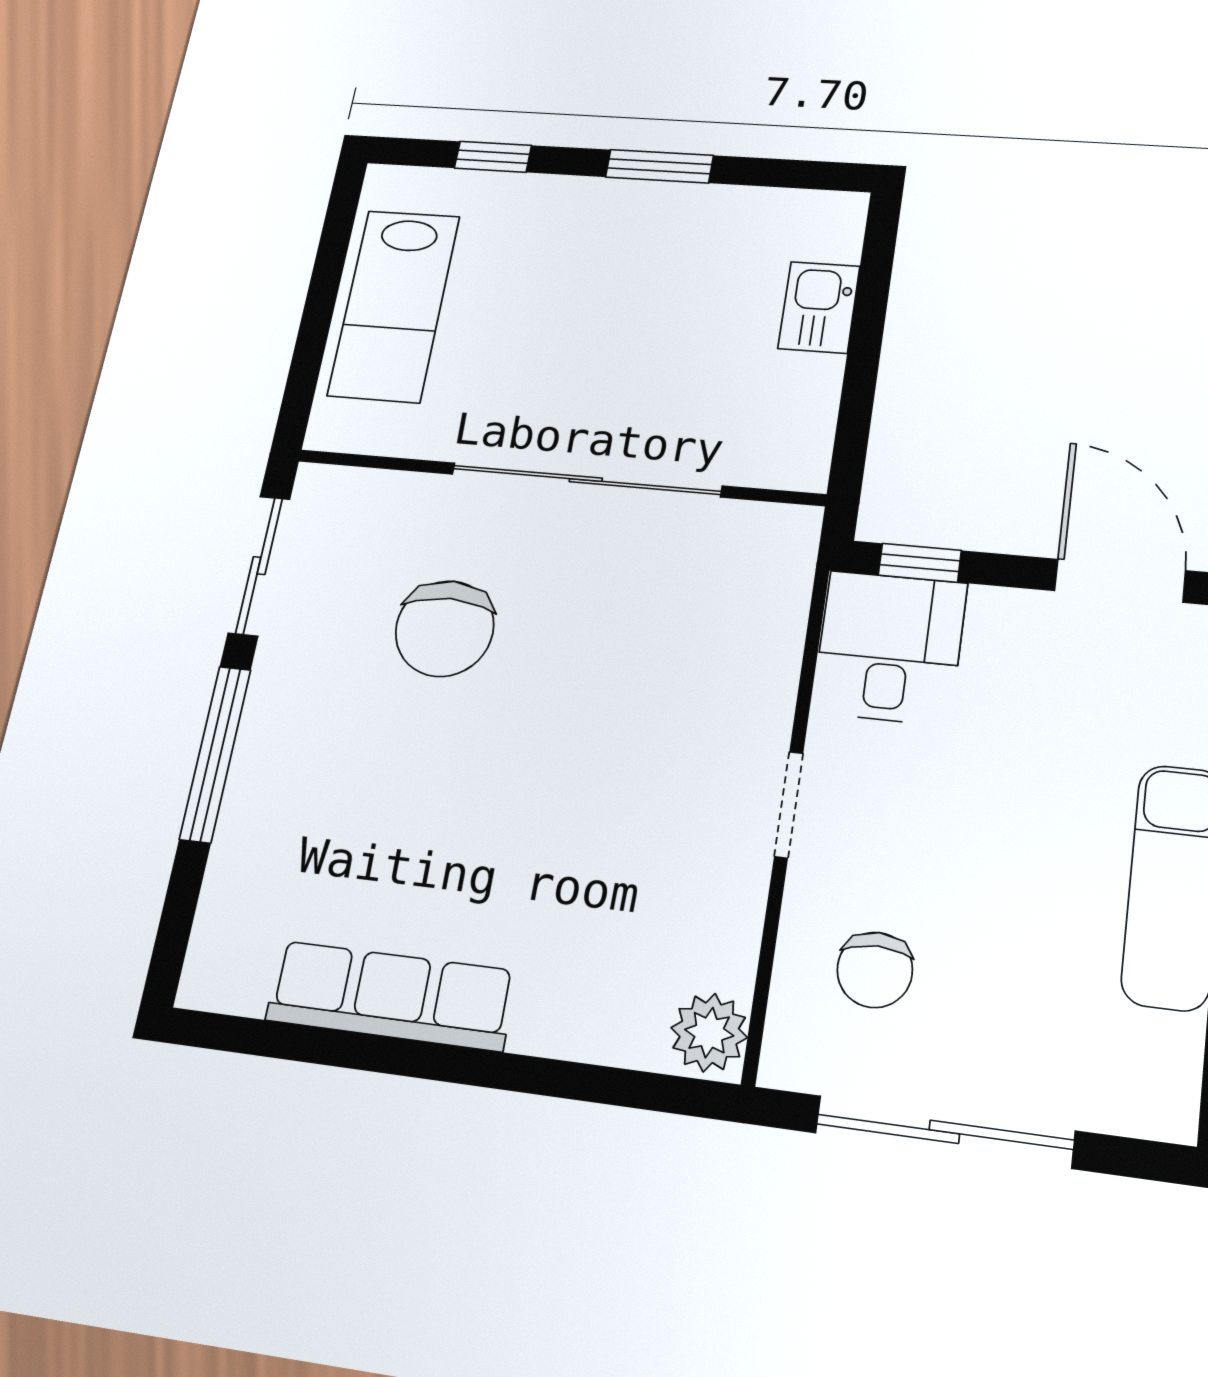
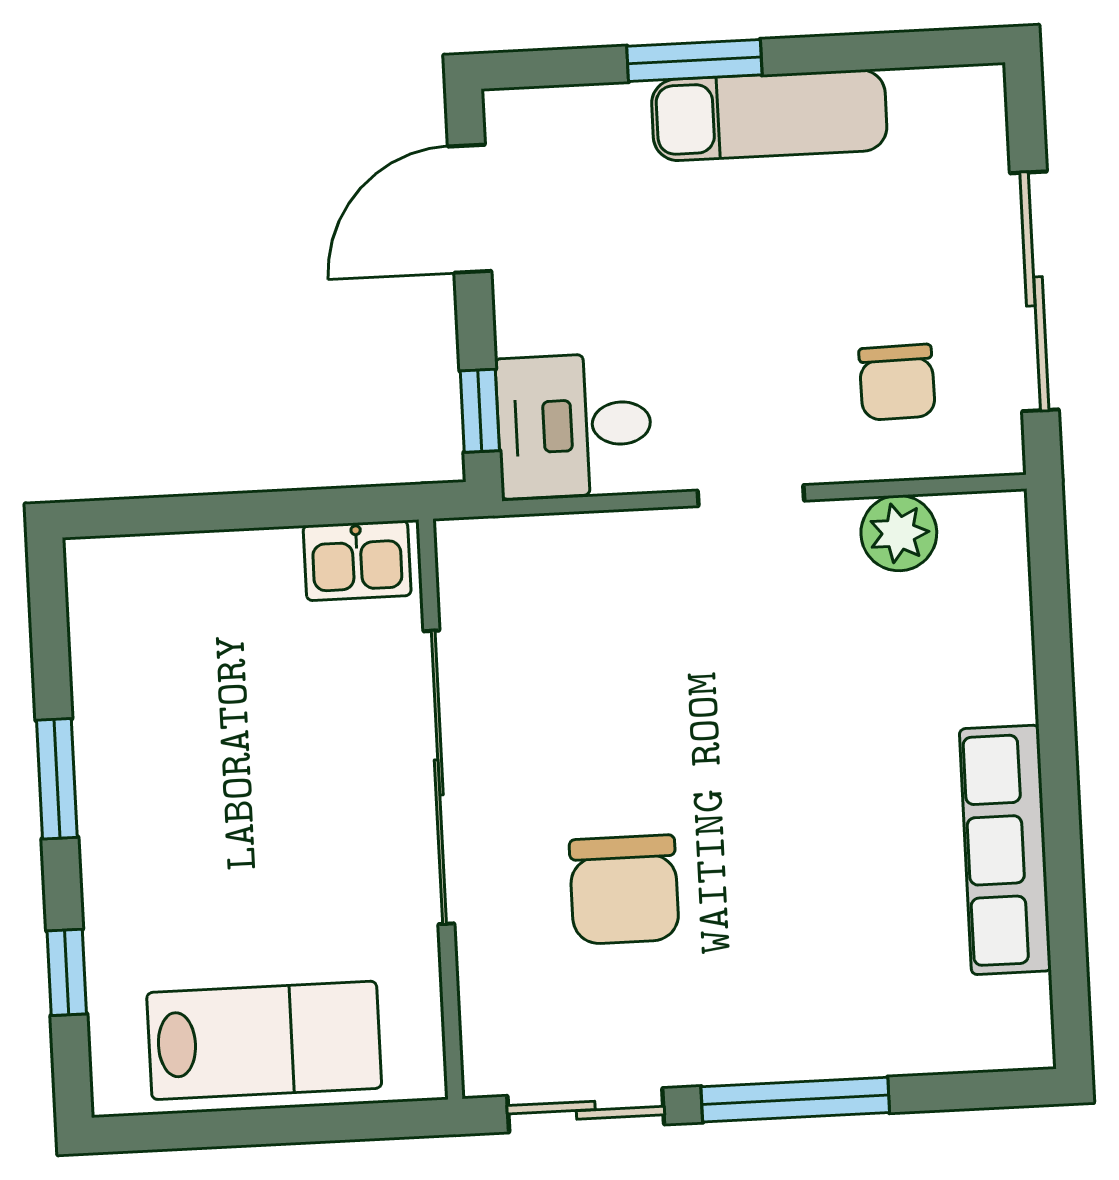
kitchen sink: (819, 307) -> (357, 560), moved
chair: (445, 629) -> (624, 890), turned 90
chair: (875, 970) -> (897, 382), turned 89
plant: (709, 1033) -> (899, 533), moved

